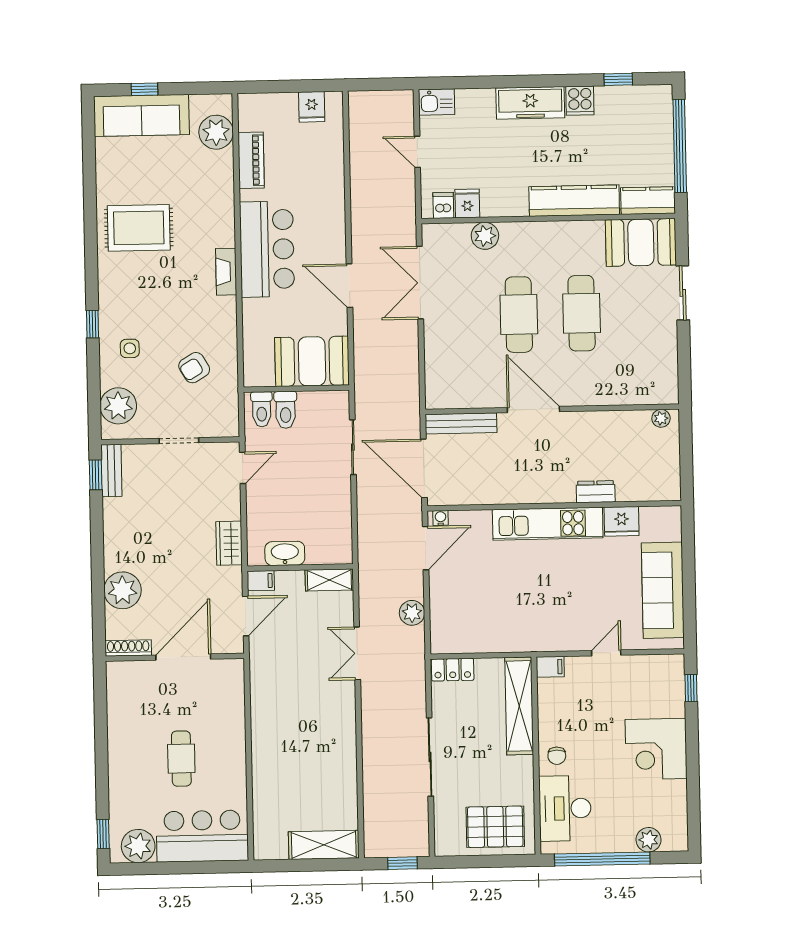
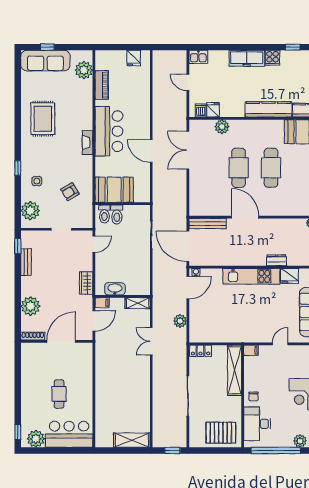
rug: (139, 228) -> (43, 119), turned 90
booth: (312, 361) -> (114, 190), moved
bench: (111, 470) -> (26, 262), moved

